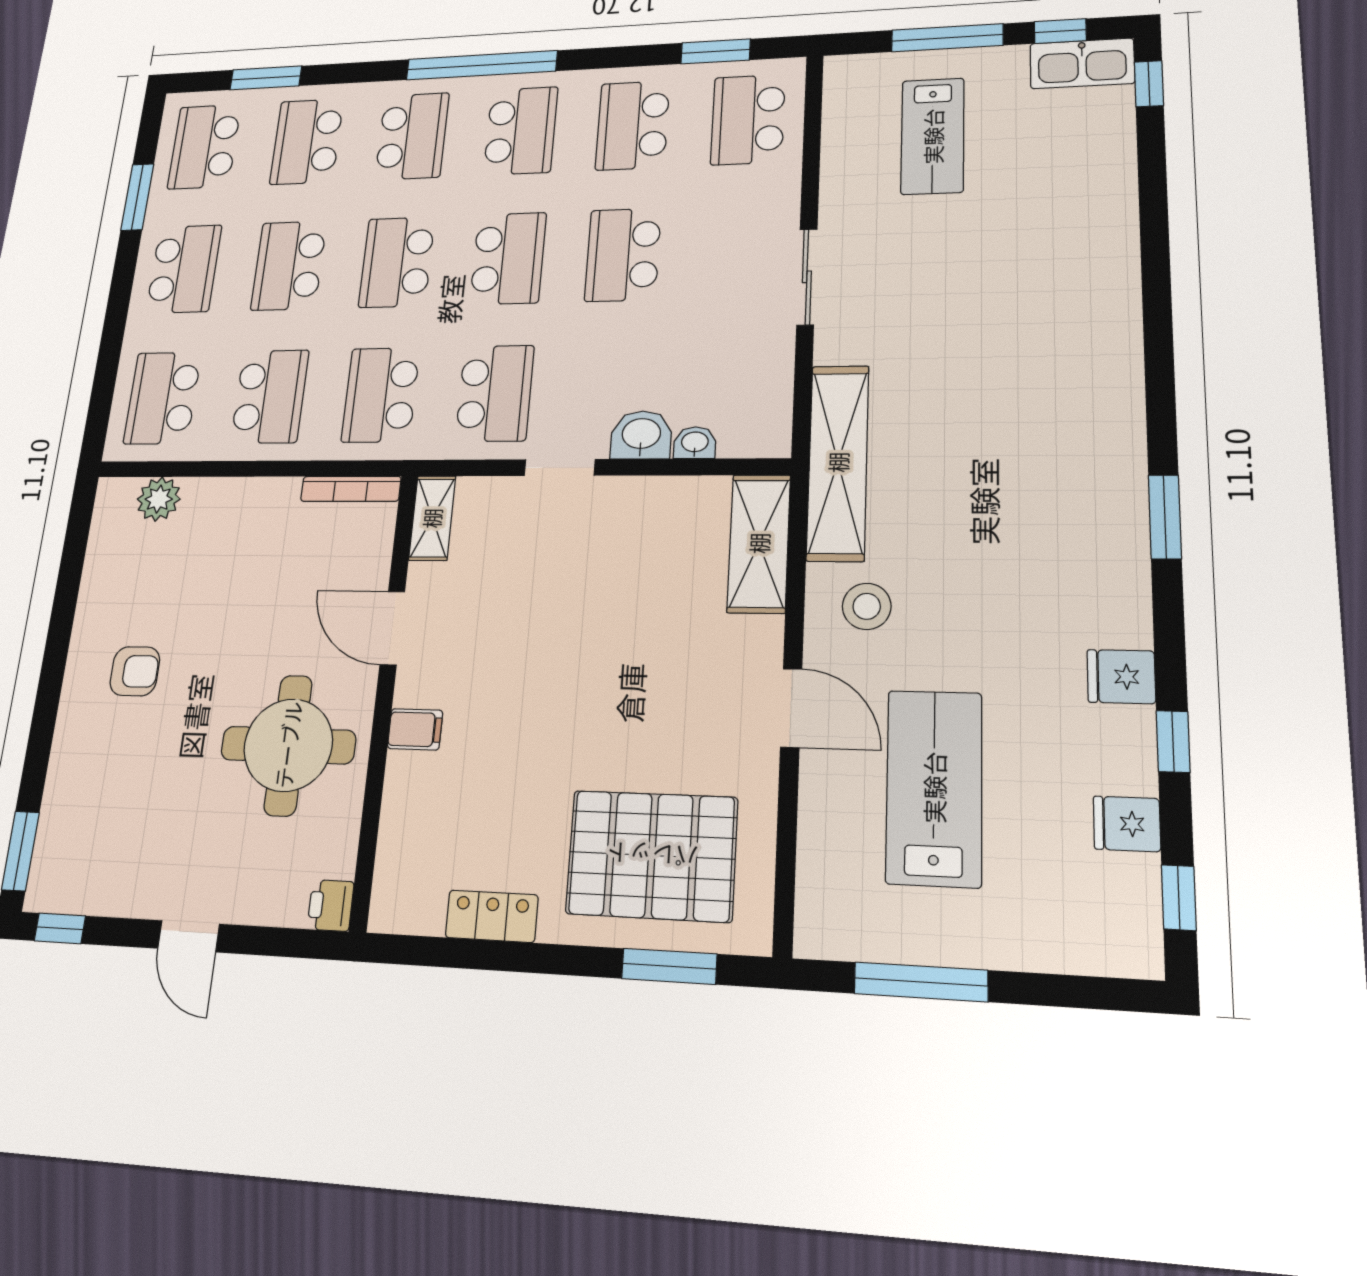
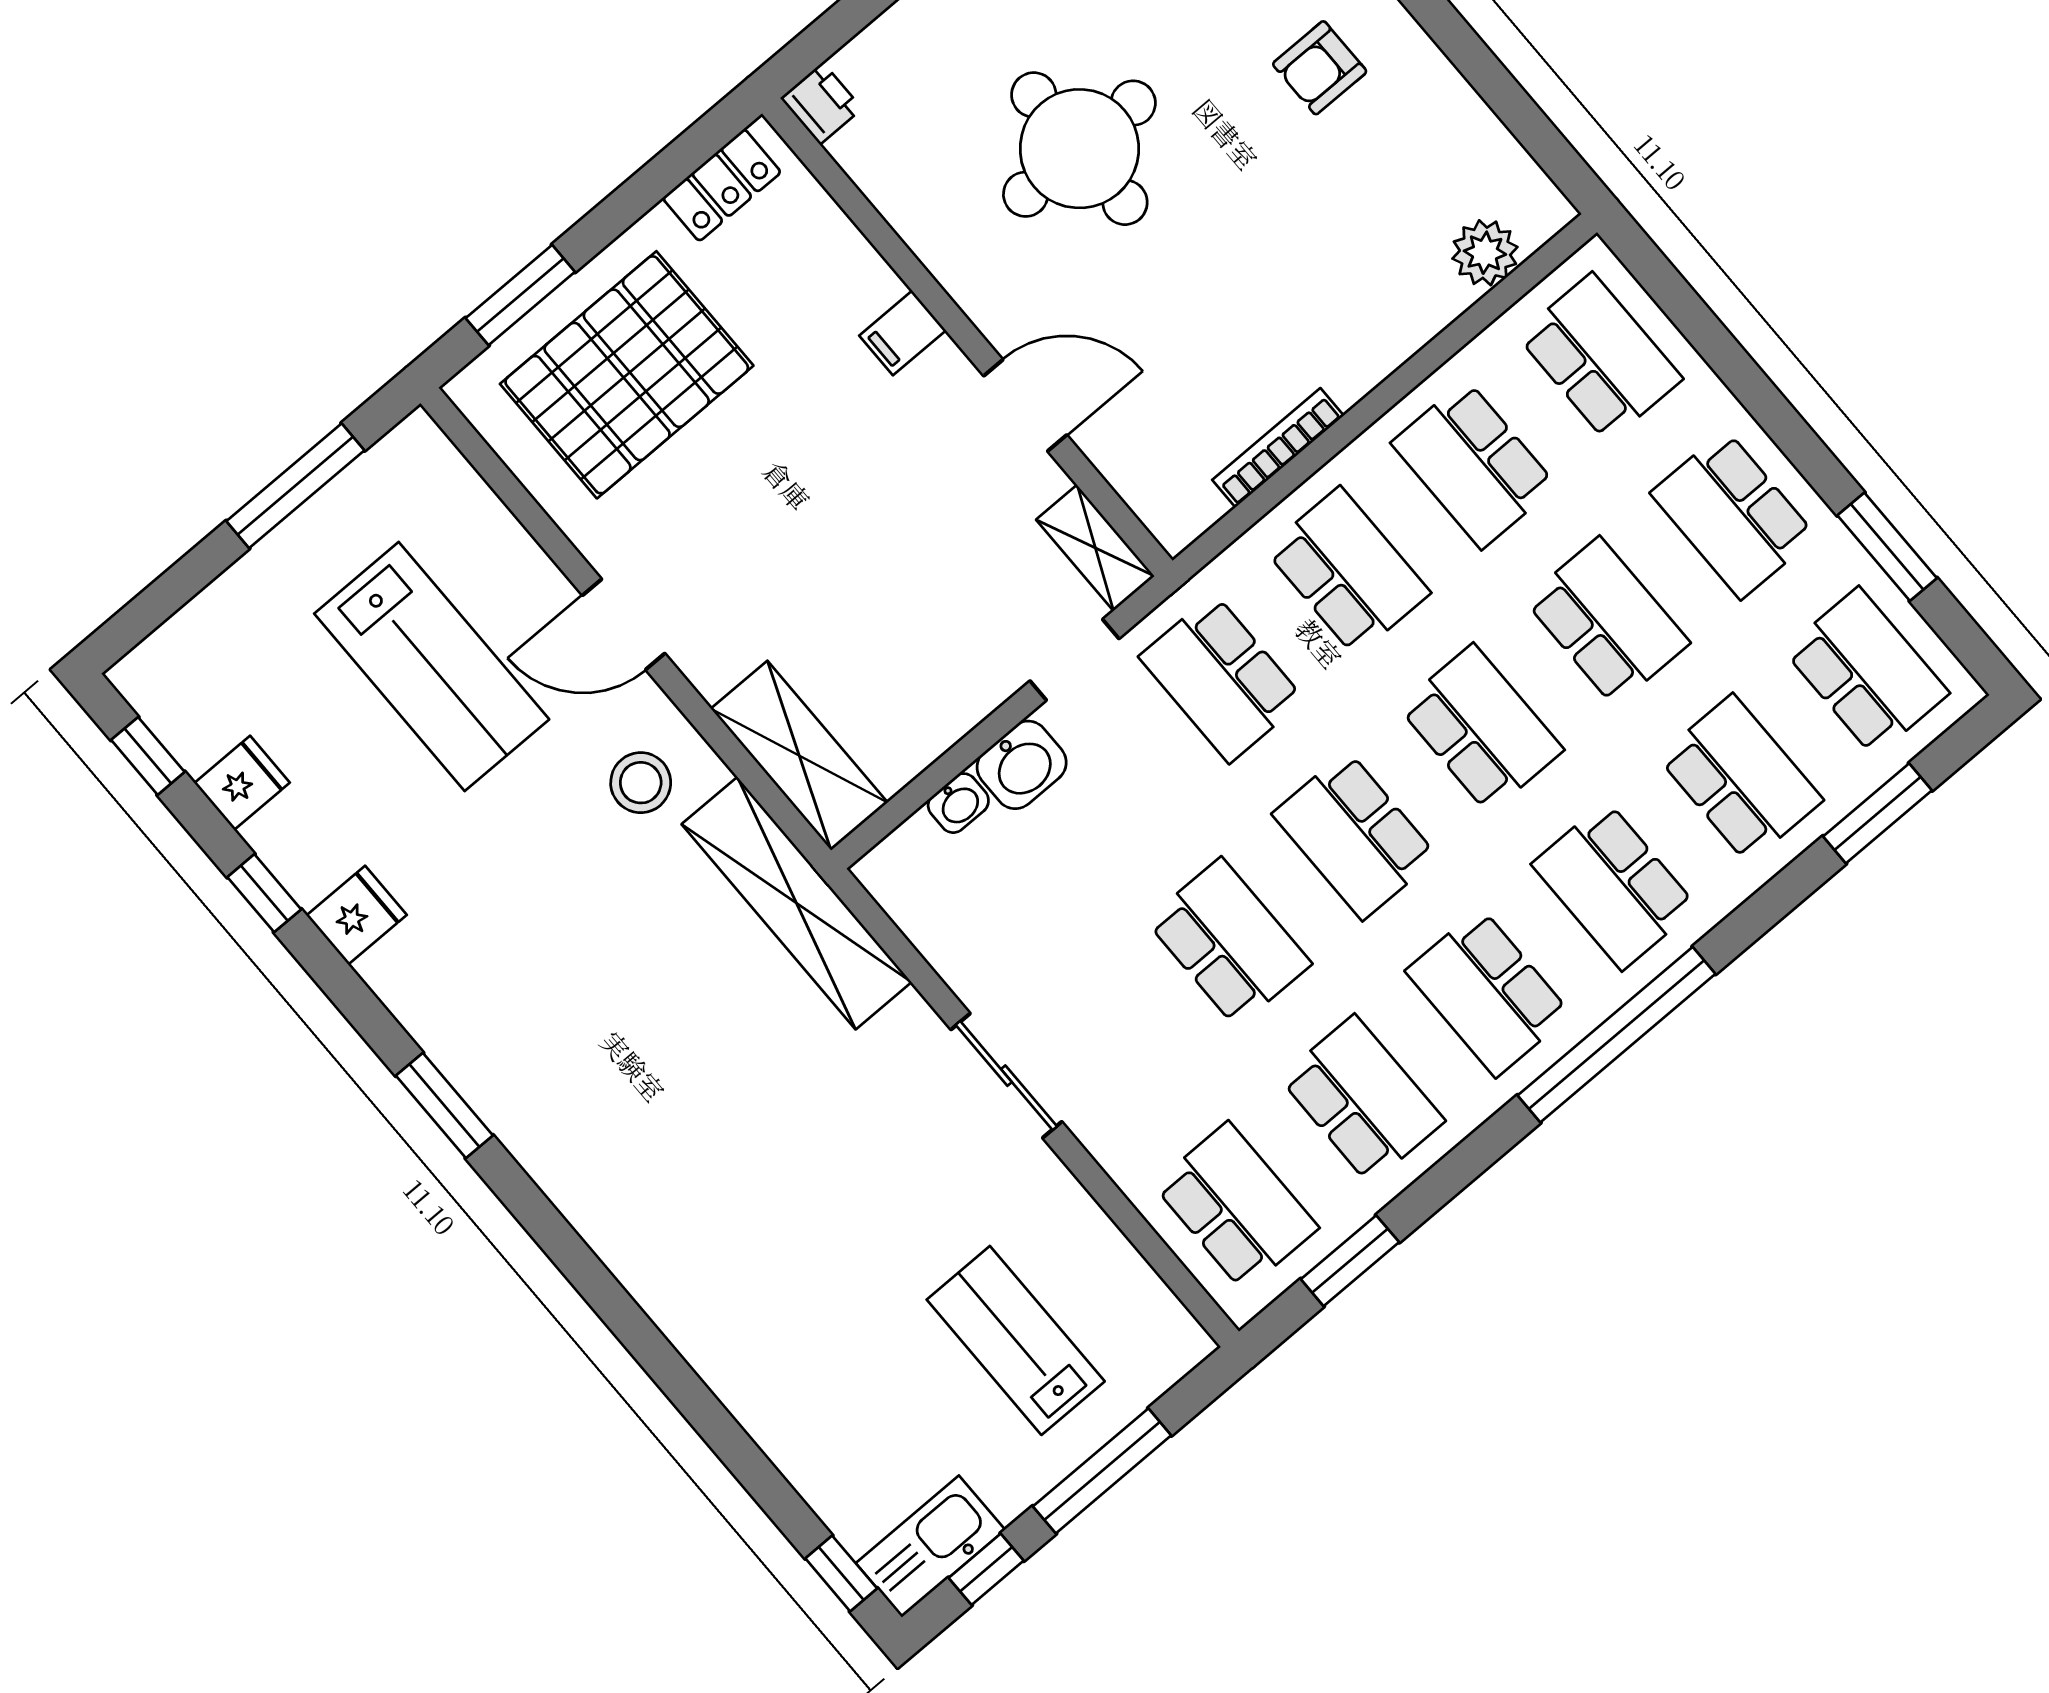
shelving: (432, 518) -> (1095, 548), moved
door: (392, 628) -> (1025, 405), moved
wall: (385, 694) -> (967, 337), moved
filing cabinet: (415, 729) -> (903, 333), moved
printer: (331, 905) -> (821, 103), moved

